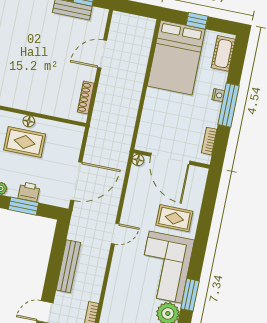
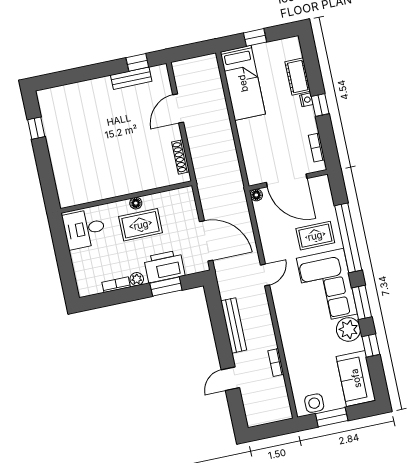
cot: (223, 53) -> (298, 76), moved
bed: (176, 58) -> (243, 83), width x0.67
window: (229, 105) -> (320, 105), width x0.46
door: (76, 181) -> (206, 241), hinge flipped
printer: (29, 192) -> (164, 266), width x1.87, depth x1.48
window: (203, 233) -> (348, 238), added

